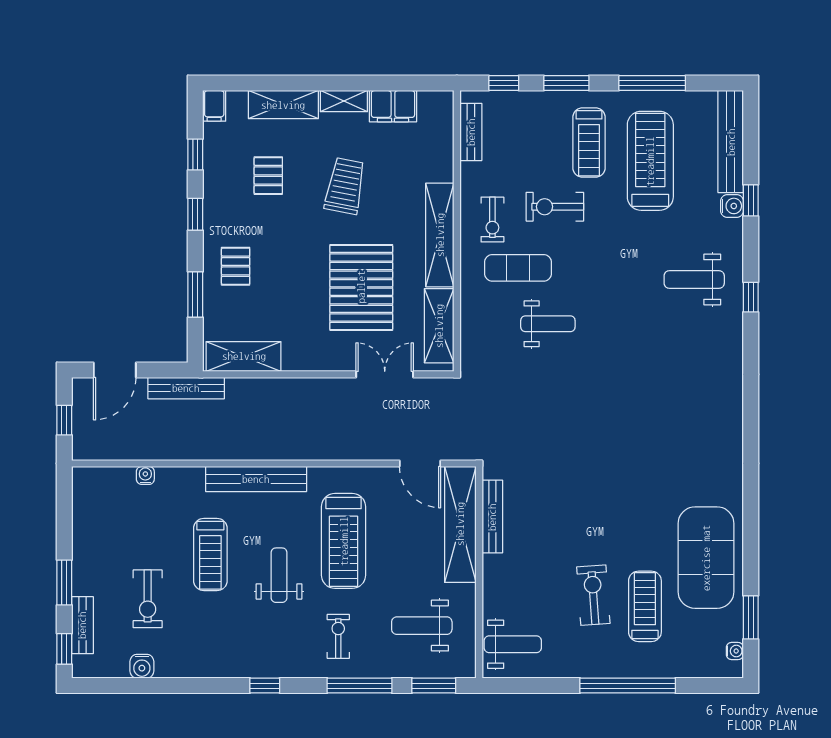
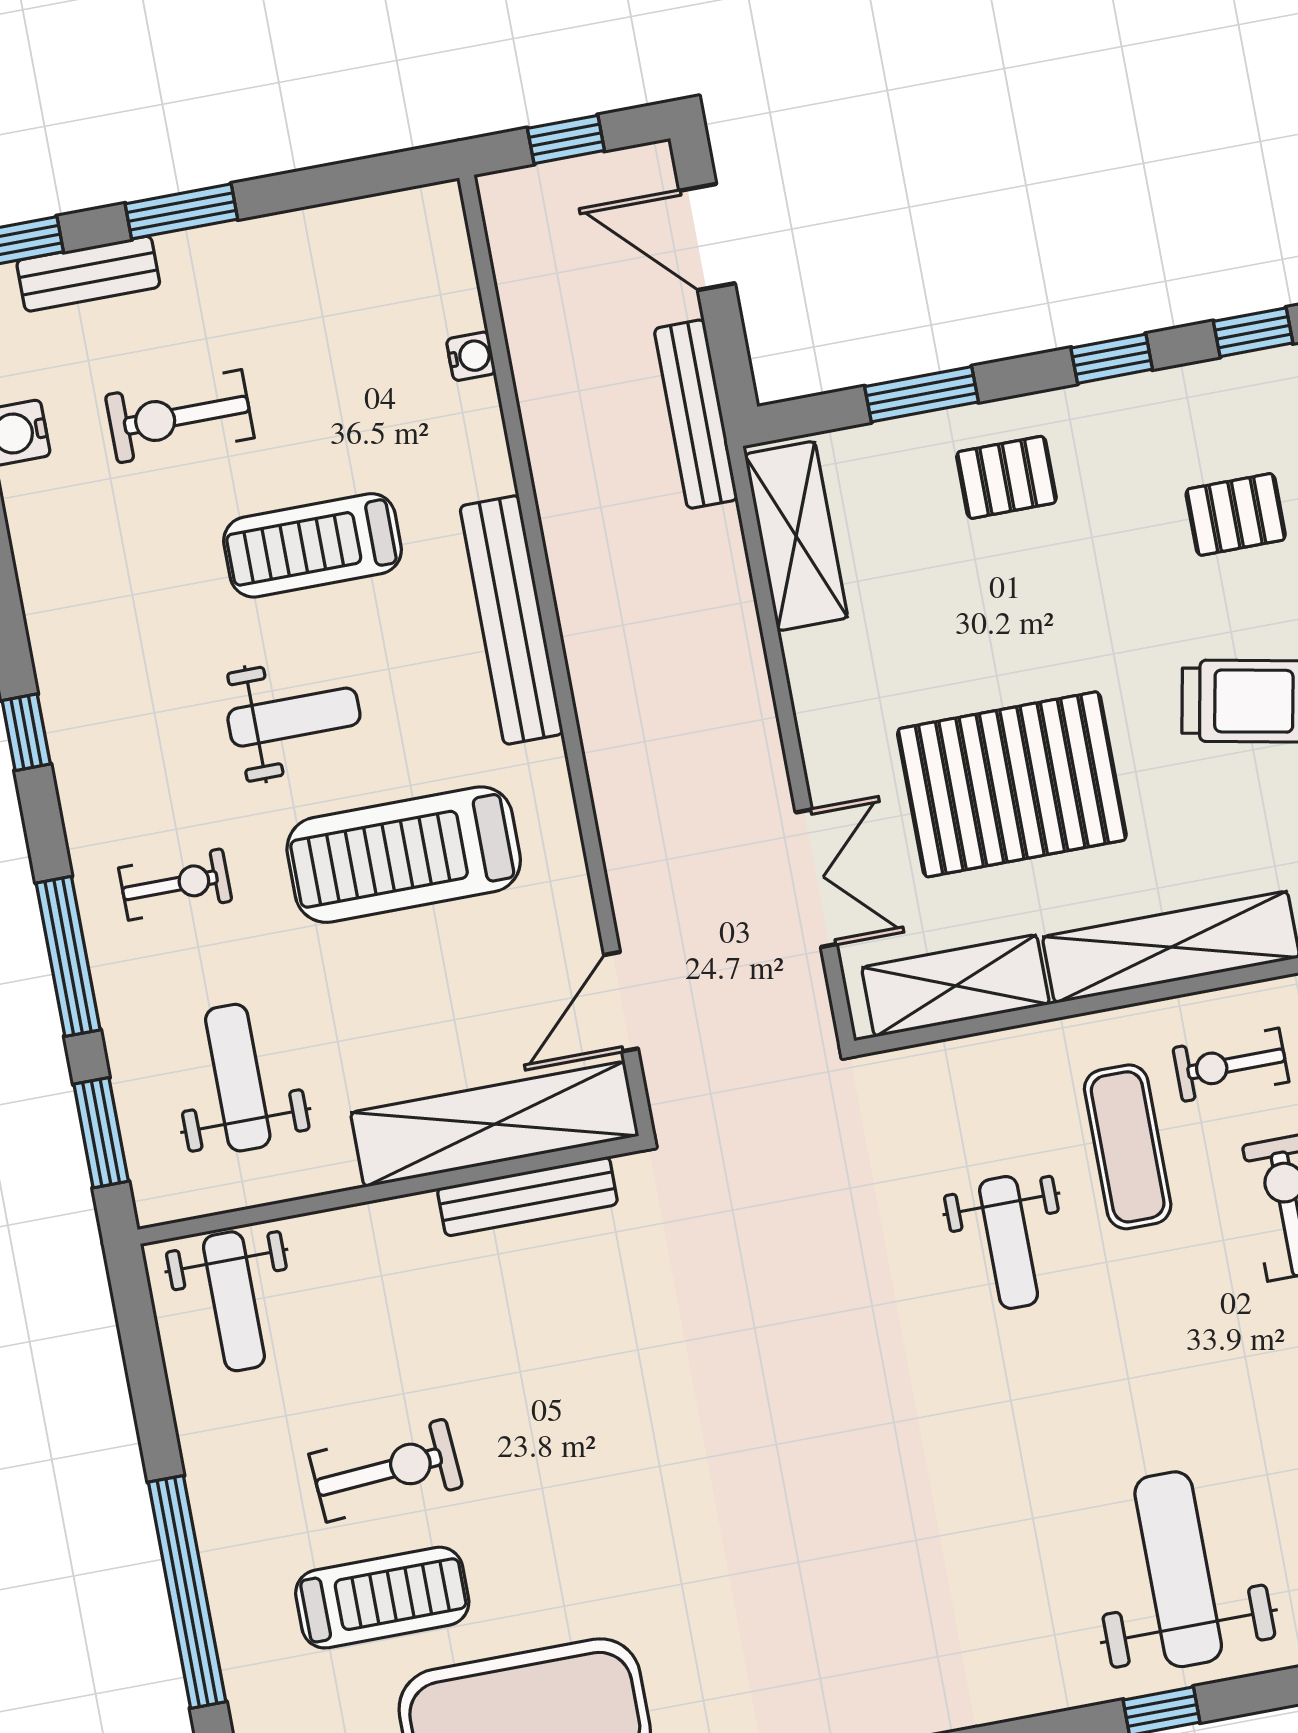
weight bench: (694, 280) -> (1178, 1569), width x1.36, depth x1.33

